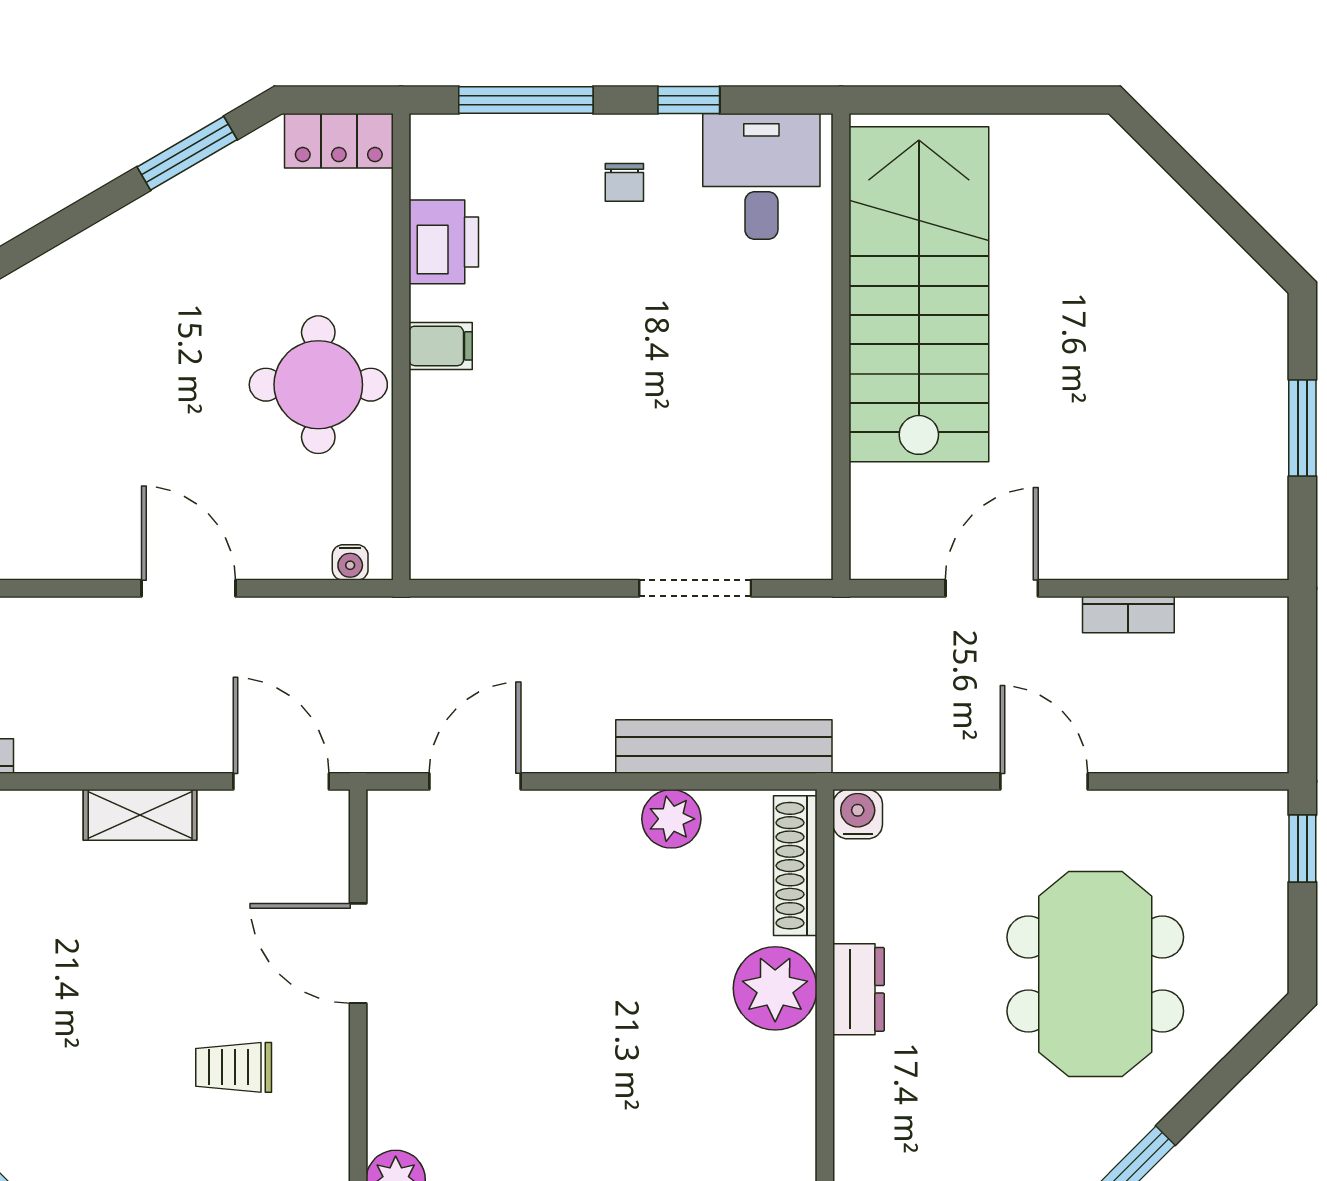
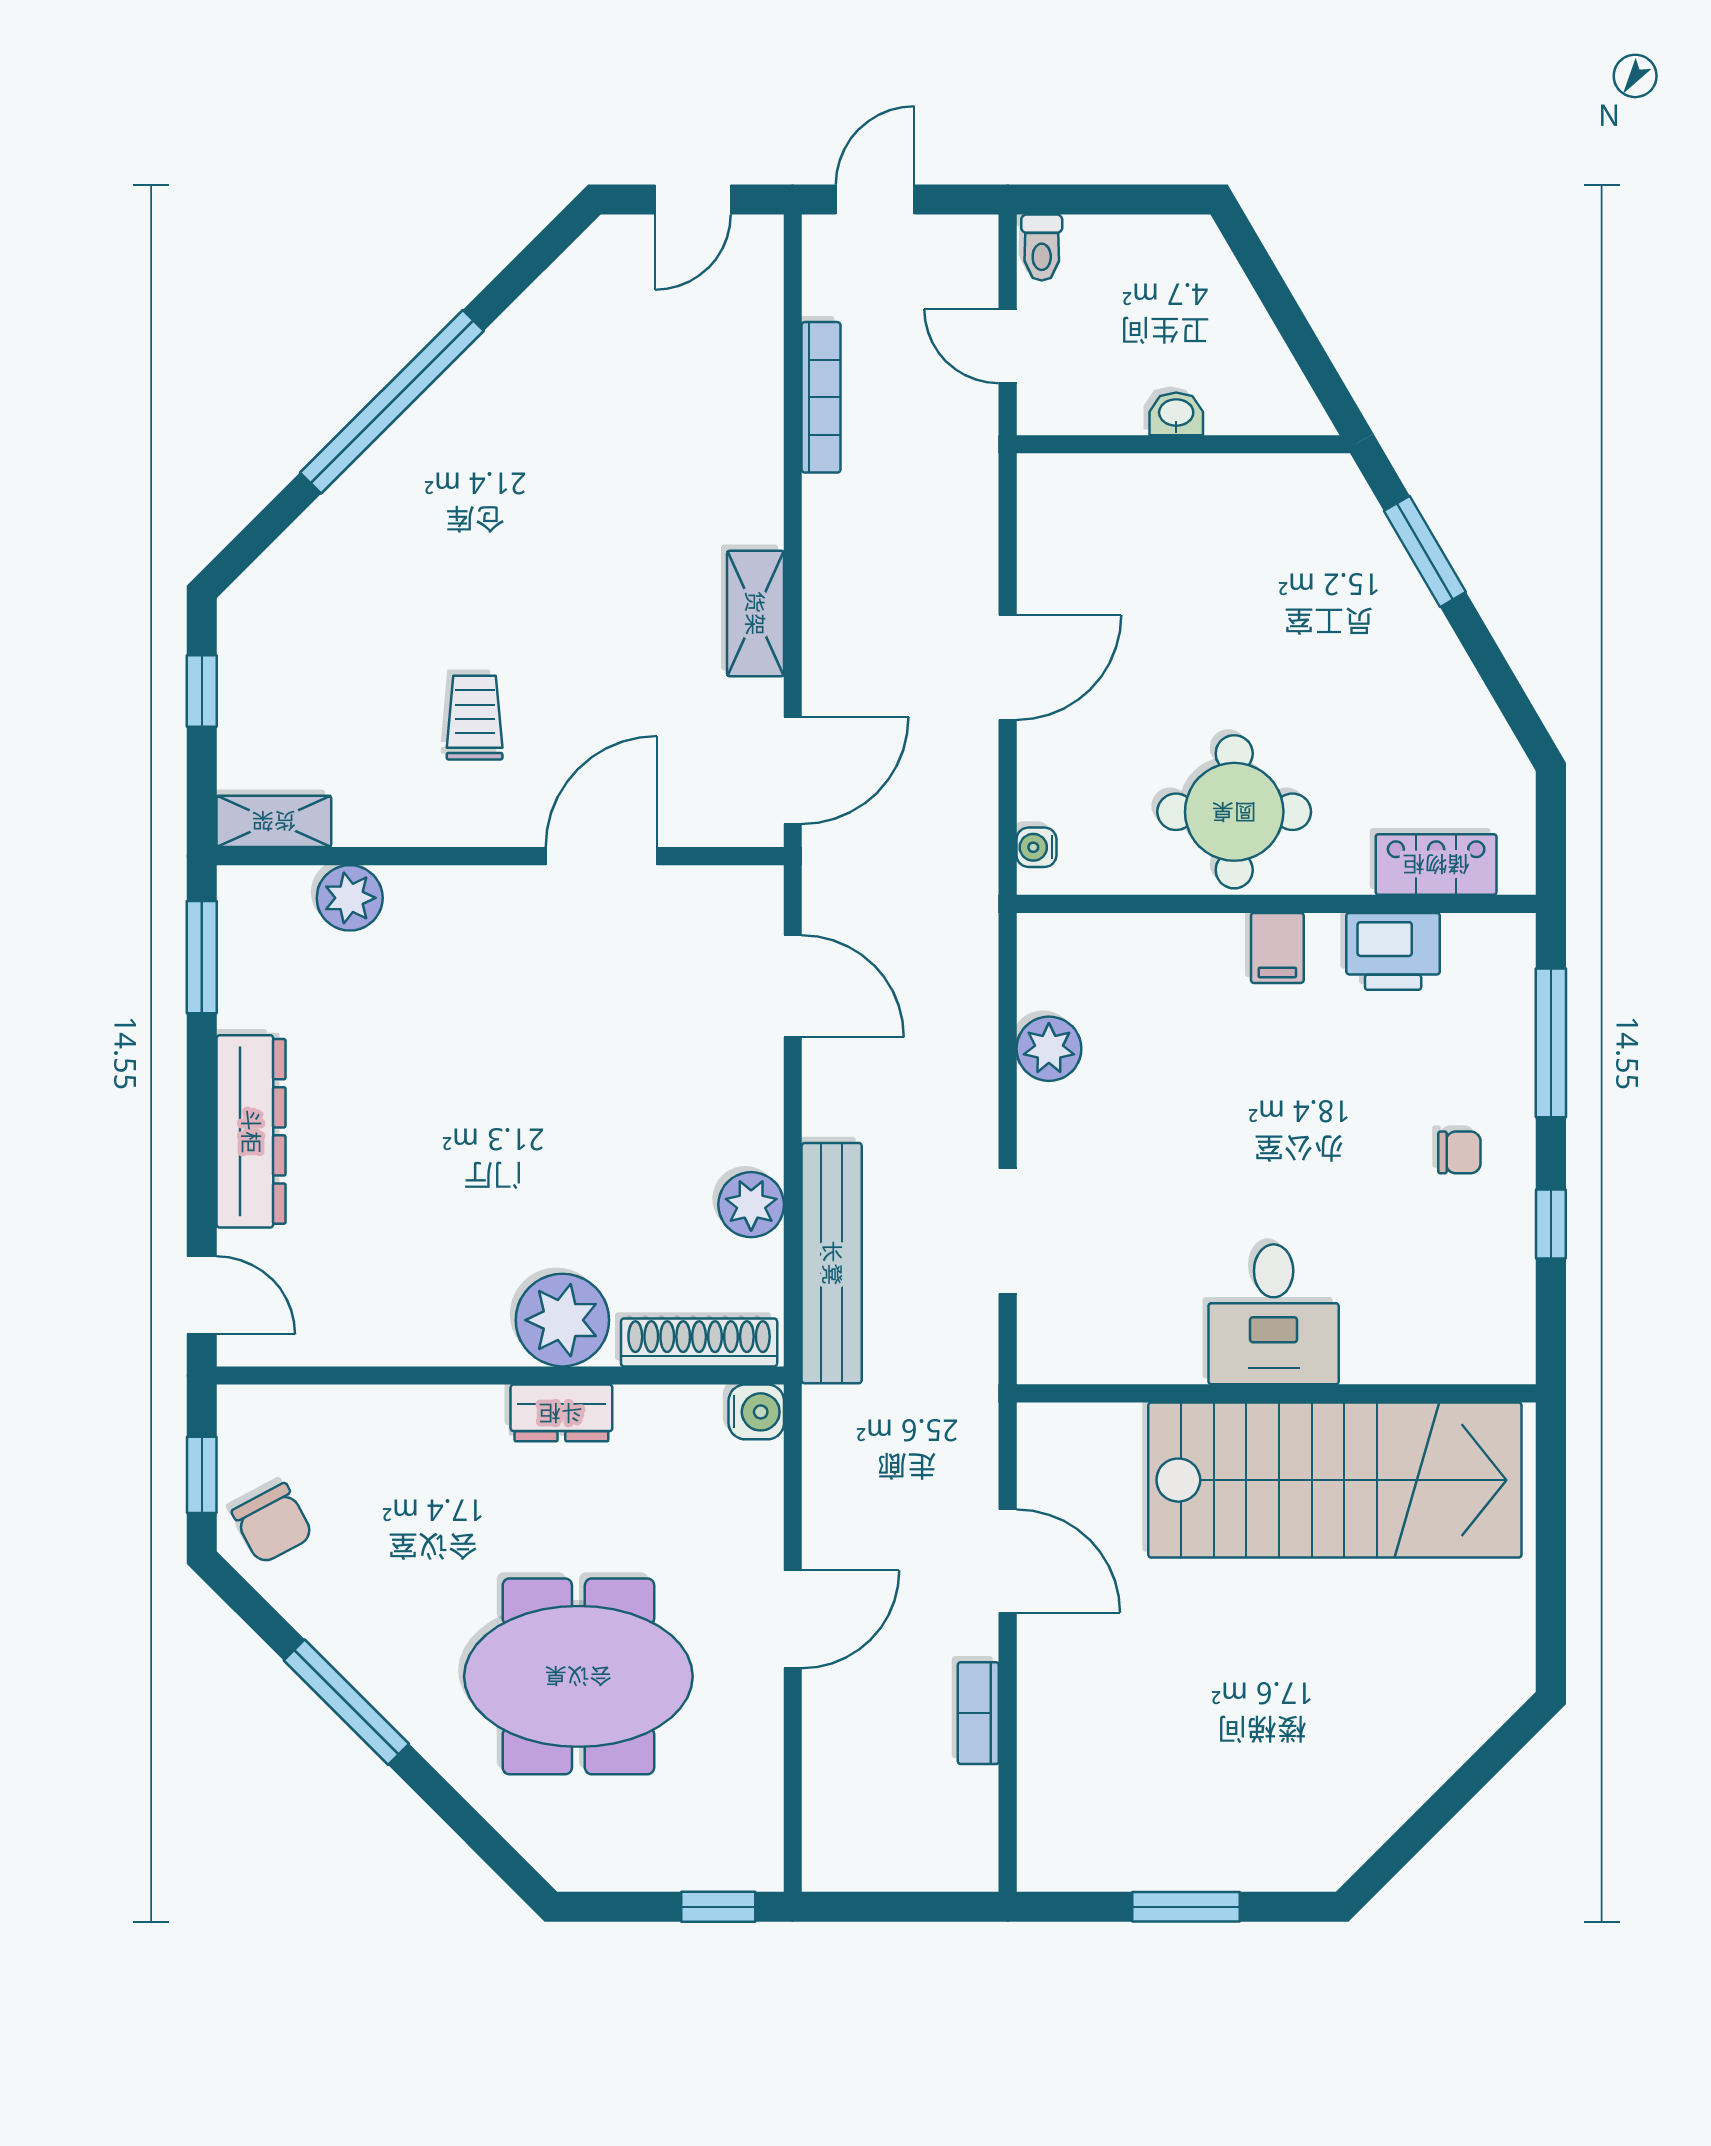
locker: (339, 141) -> (1436, 864), moved, turned 90
window: (187, 153) -> (1425, 551), moved
desk: (761, 176) -> (1274, 1314), moved, turned 90
chair: (624, 182) -> (1459, 1152), turned 180
plant: (531, 551) -> (1049, 1049), added

